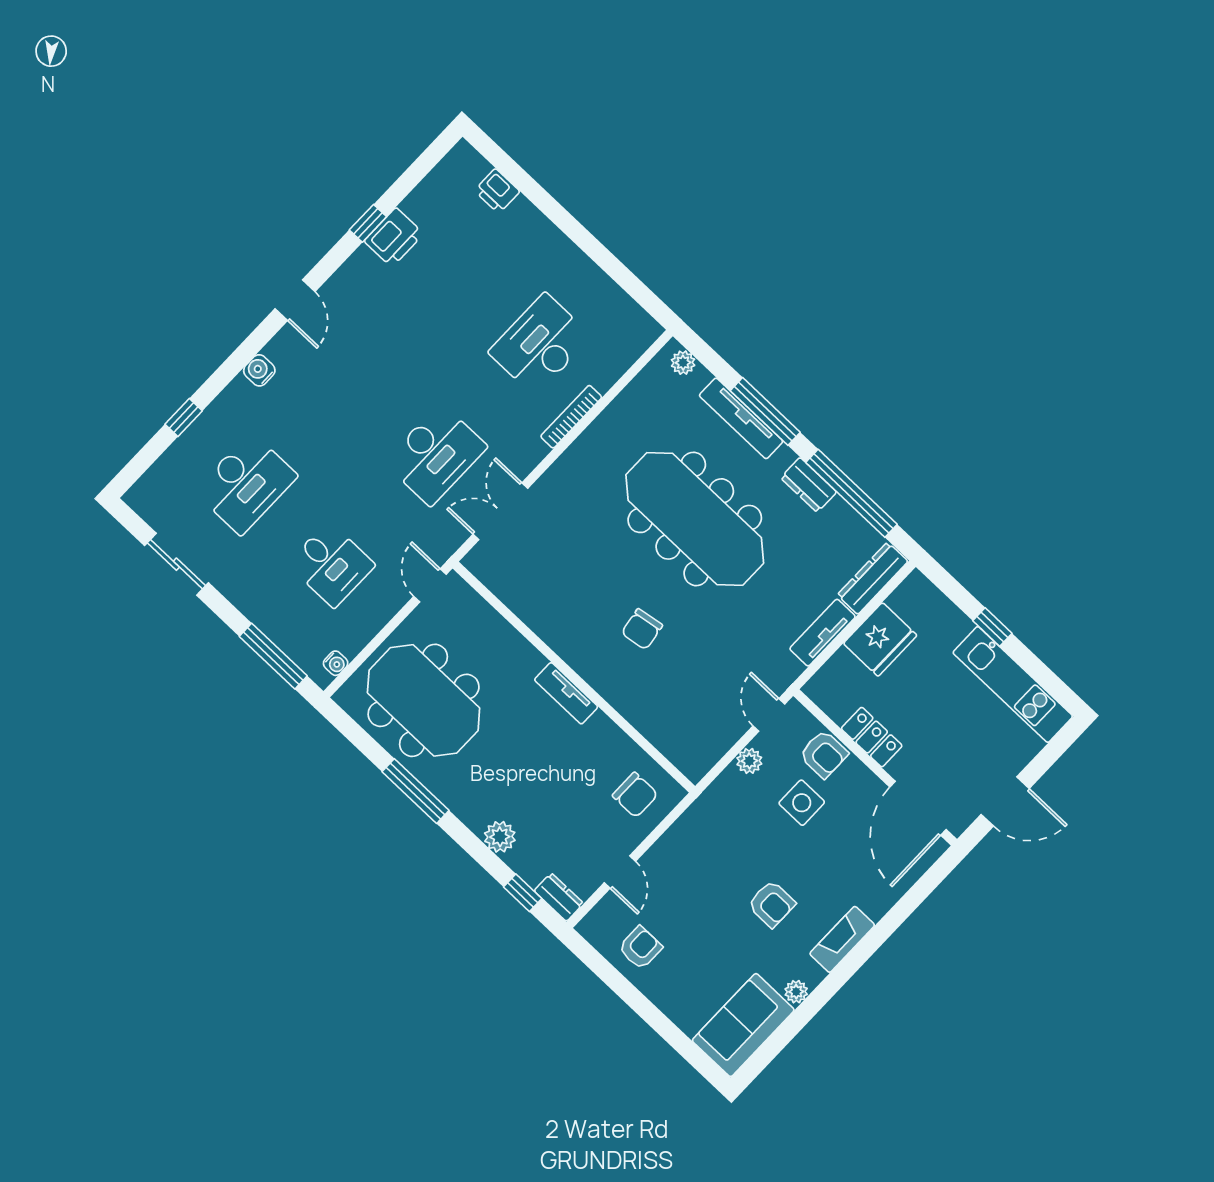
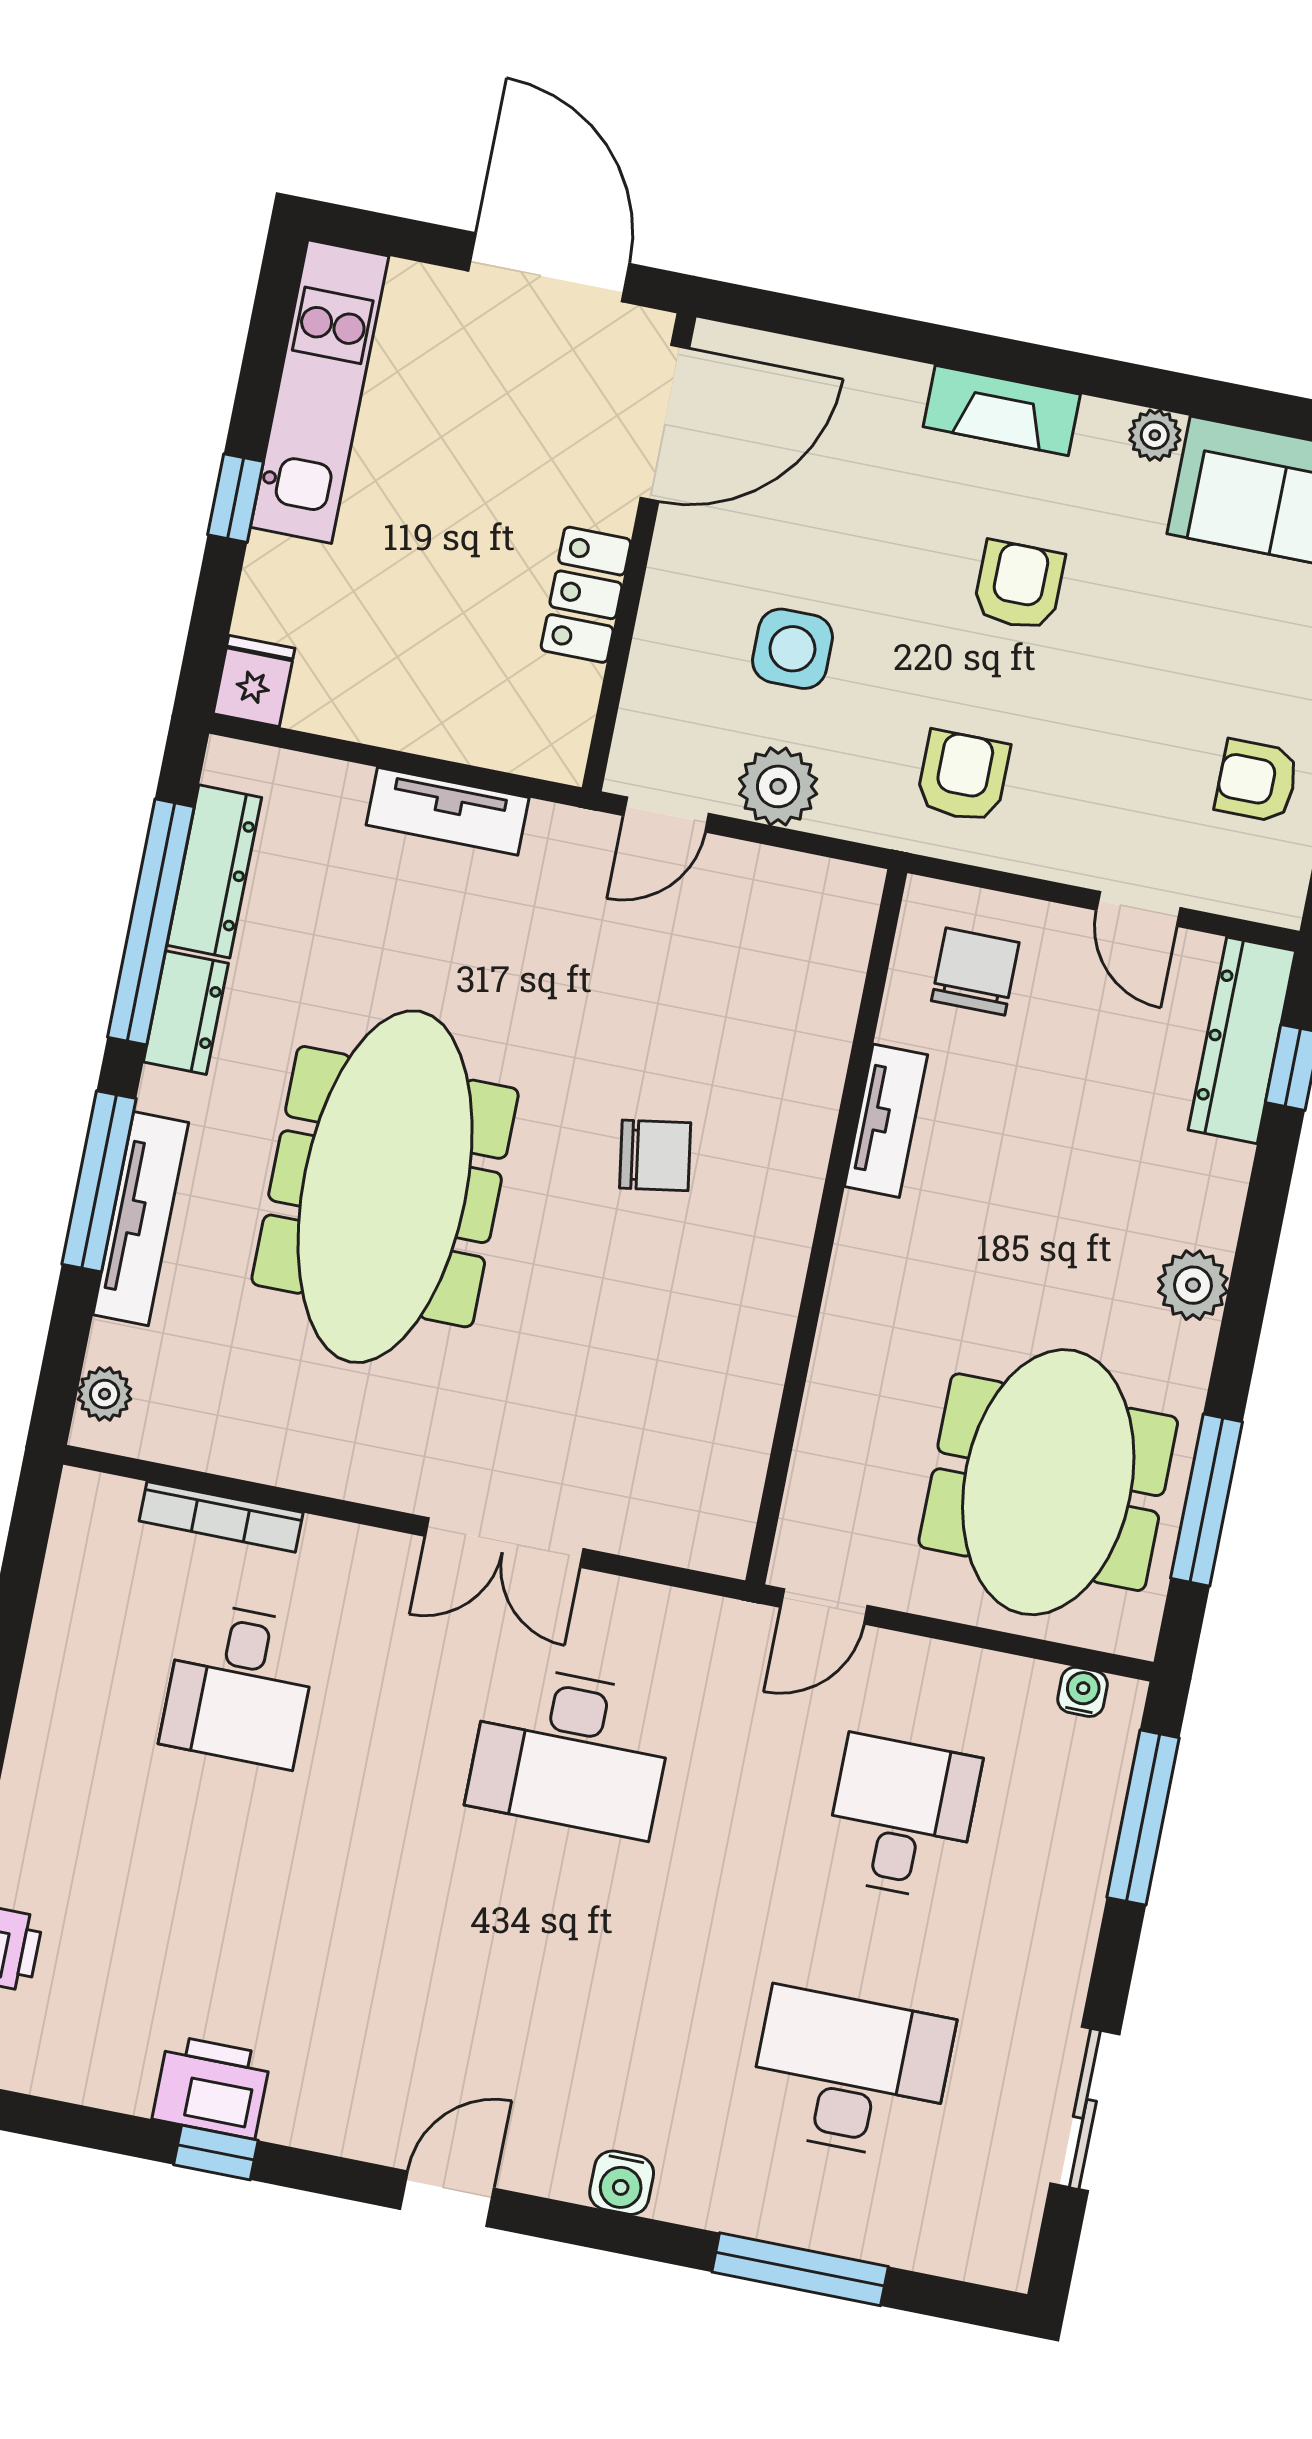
desk: (540, 344) -> (240, 1685), width x0.73
bookcase: (571, 417) -> (221, 1517), moved
window: (184, 418) -> (800, 2269), width x2.17
desk: (436, 454) -> (571, 1751), turned 180
double door: (500, 511) -> (504, 1542), moved
dresser: (873, 578) -> (214, 871), moved, turned -90
fridge: (880, 639) -> (254, 681), moved, width x0.53, depth x0.75
tv unit: (566, 693) -> (886, 1121), moved
armchair: (824, 754) -> (963, 776), moved
plant: (749, 761) -> (778, 786), width x1.38, depth x1.38
window: (415, 791) -> (1206, 1500), moved
door: (1005, 801) -> (549, 267), width x1.36
plant: (500, 837) -> (1193, 1285), moved
door: (620, 872) -> (1138, 909), swing flipped
dresser: (559, 897) -> (1242, 1040), width x1.96, depth x1.24

